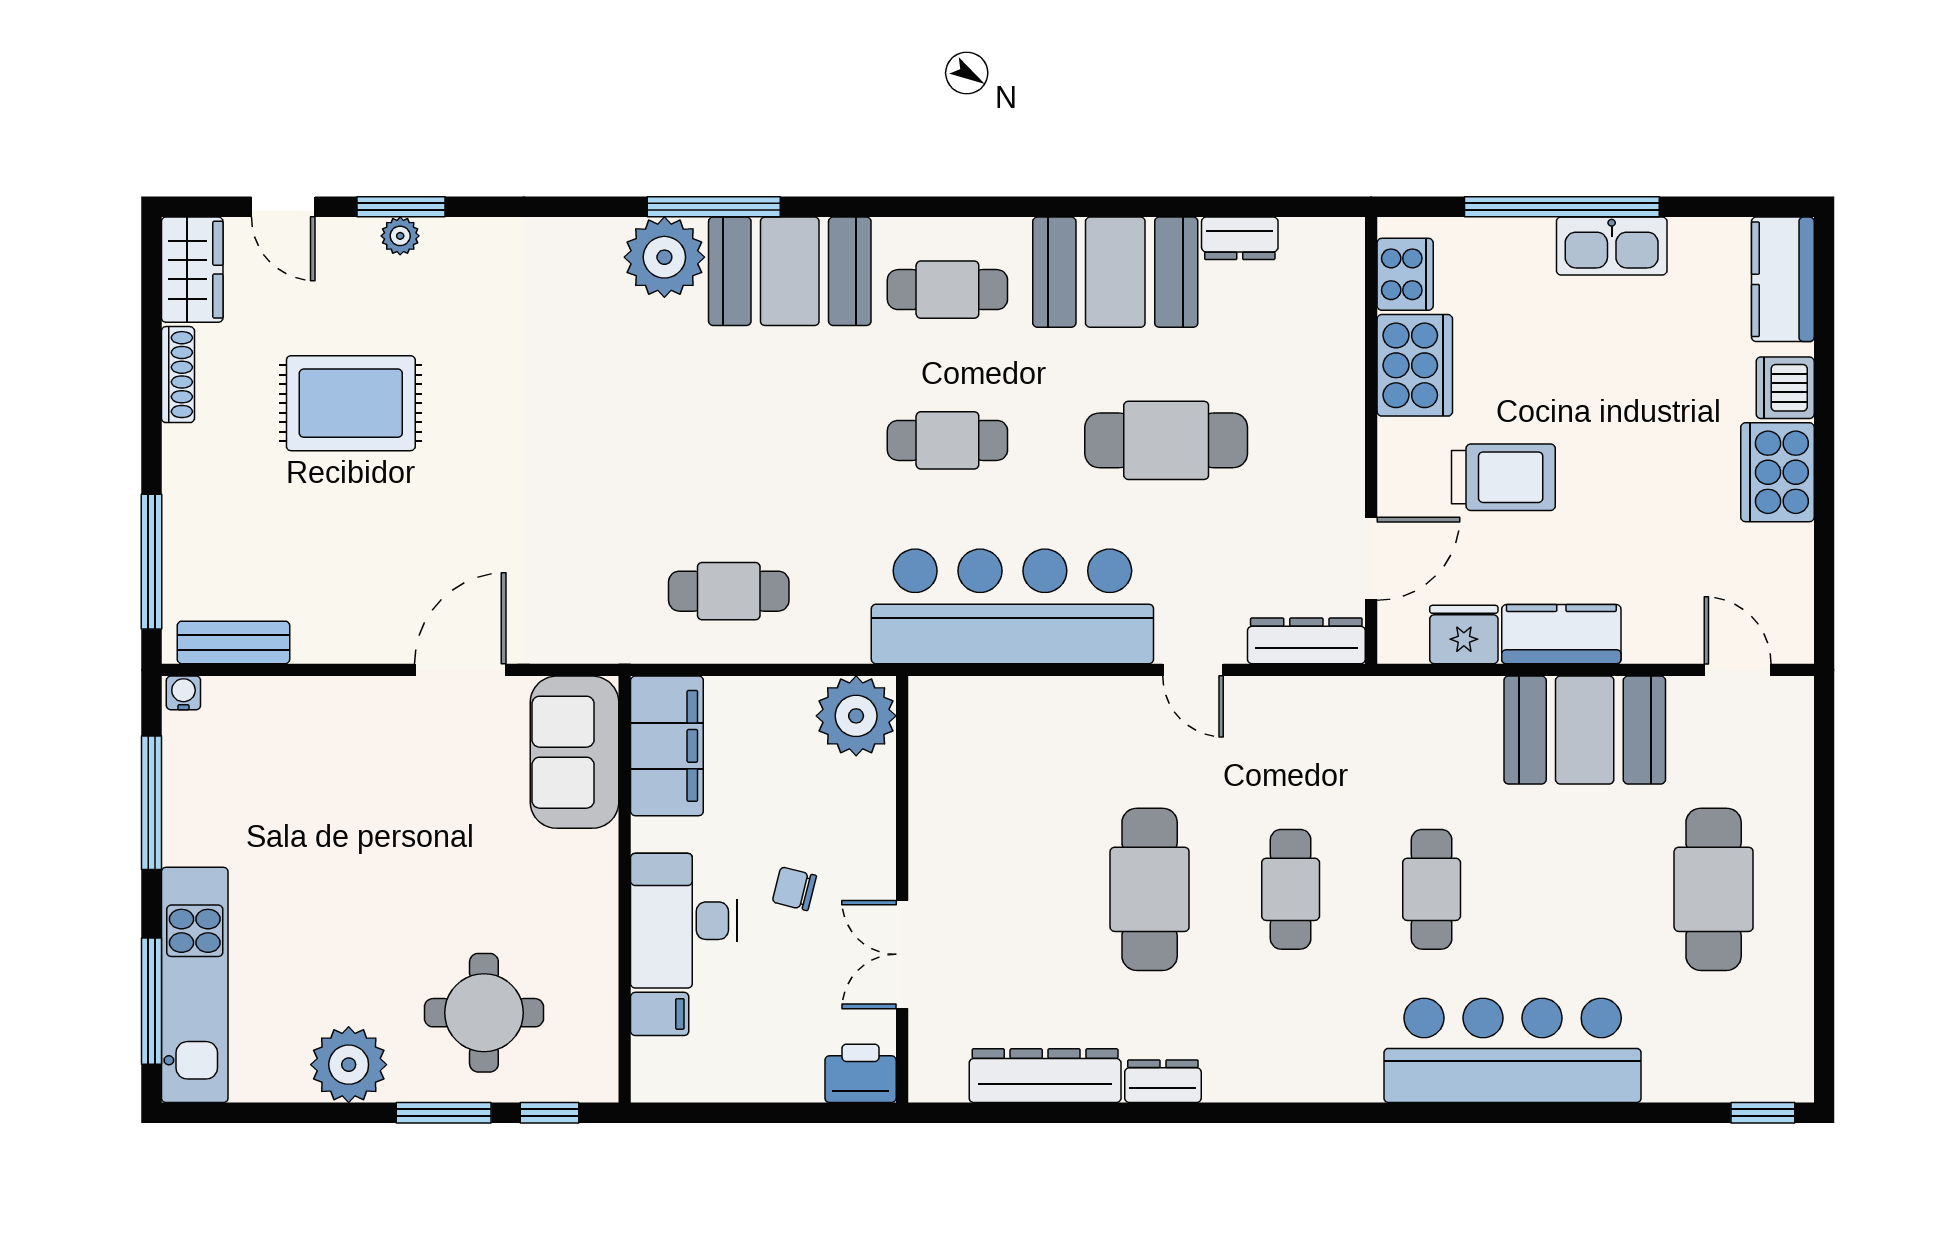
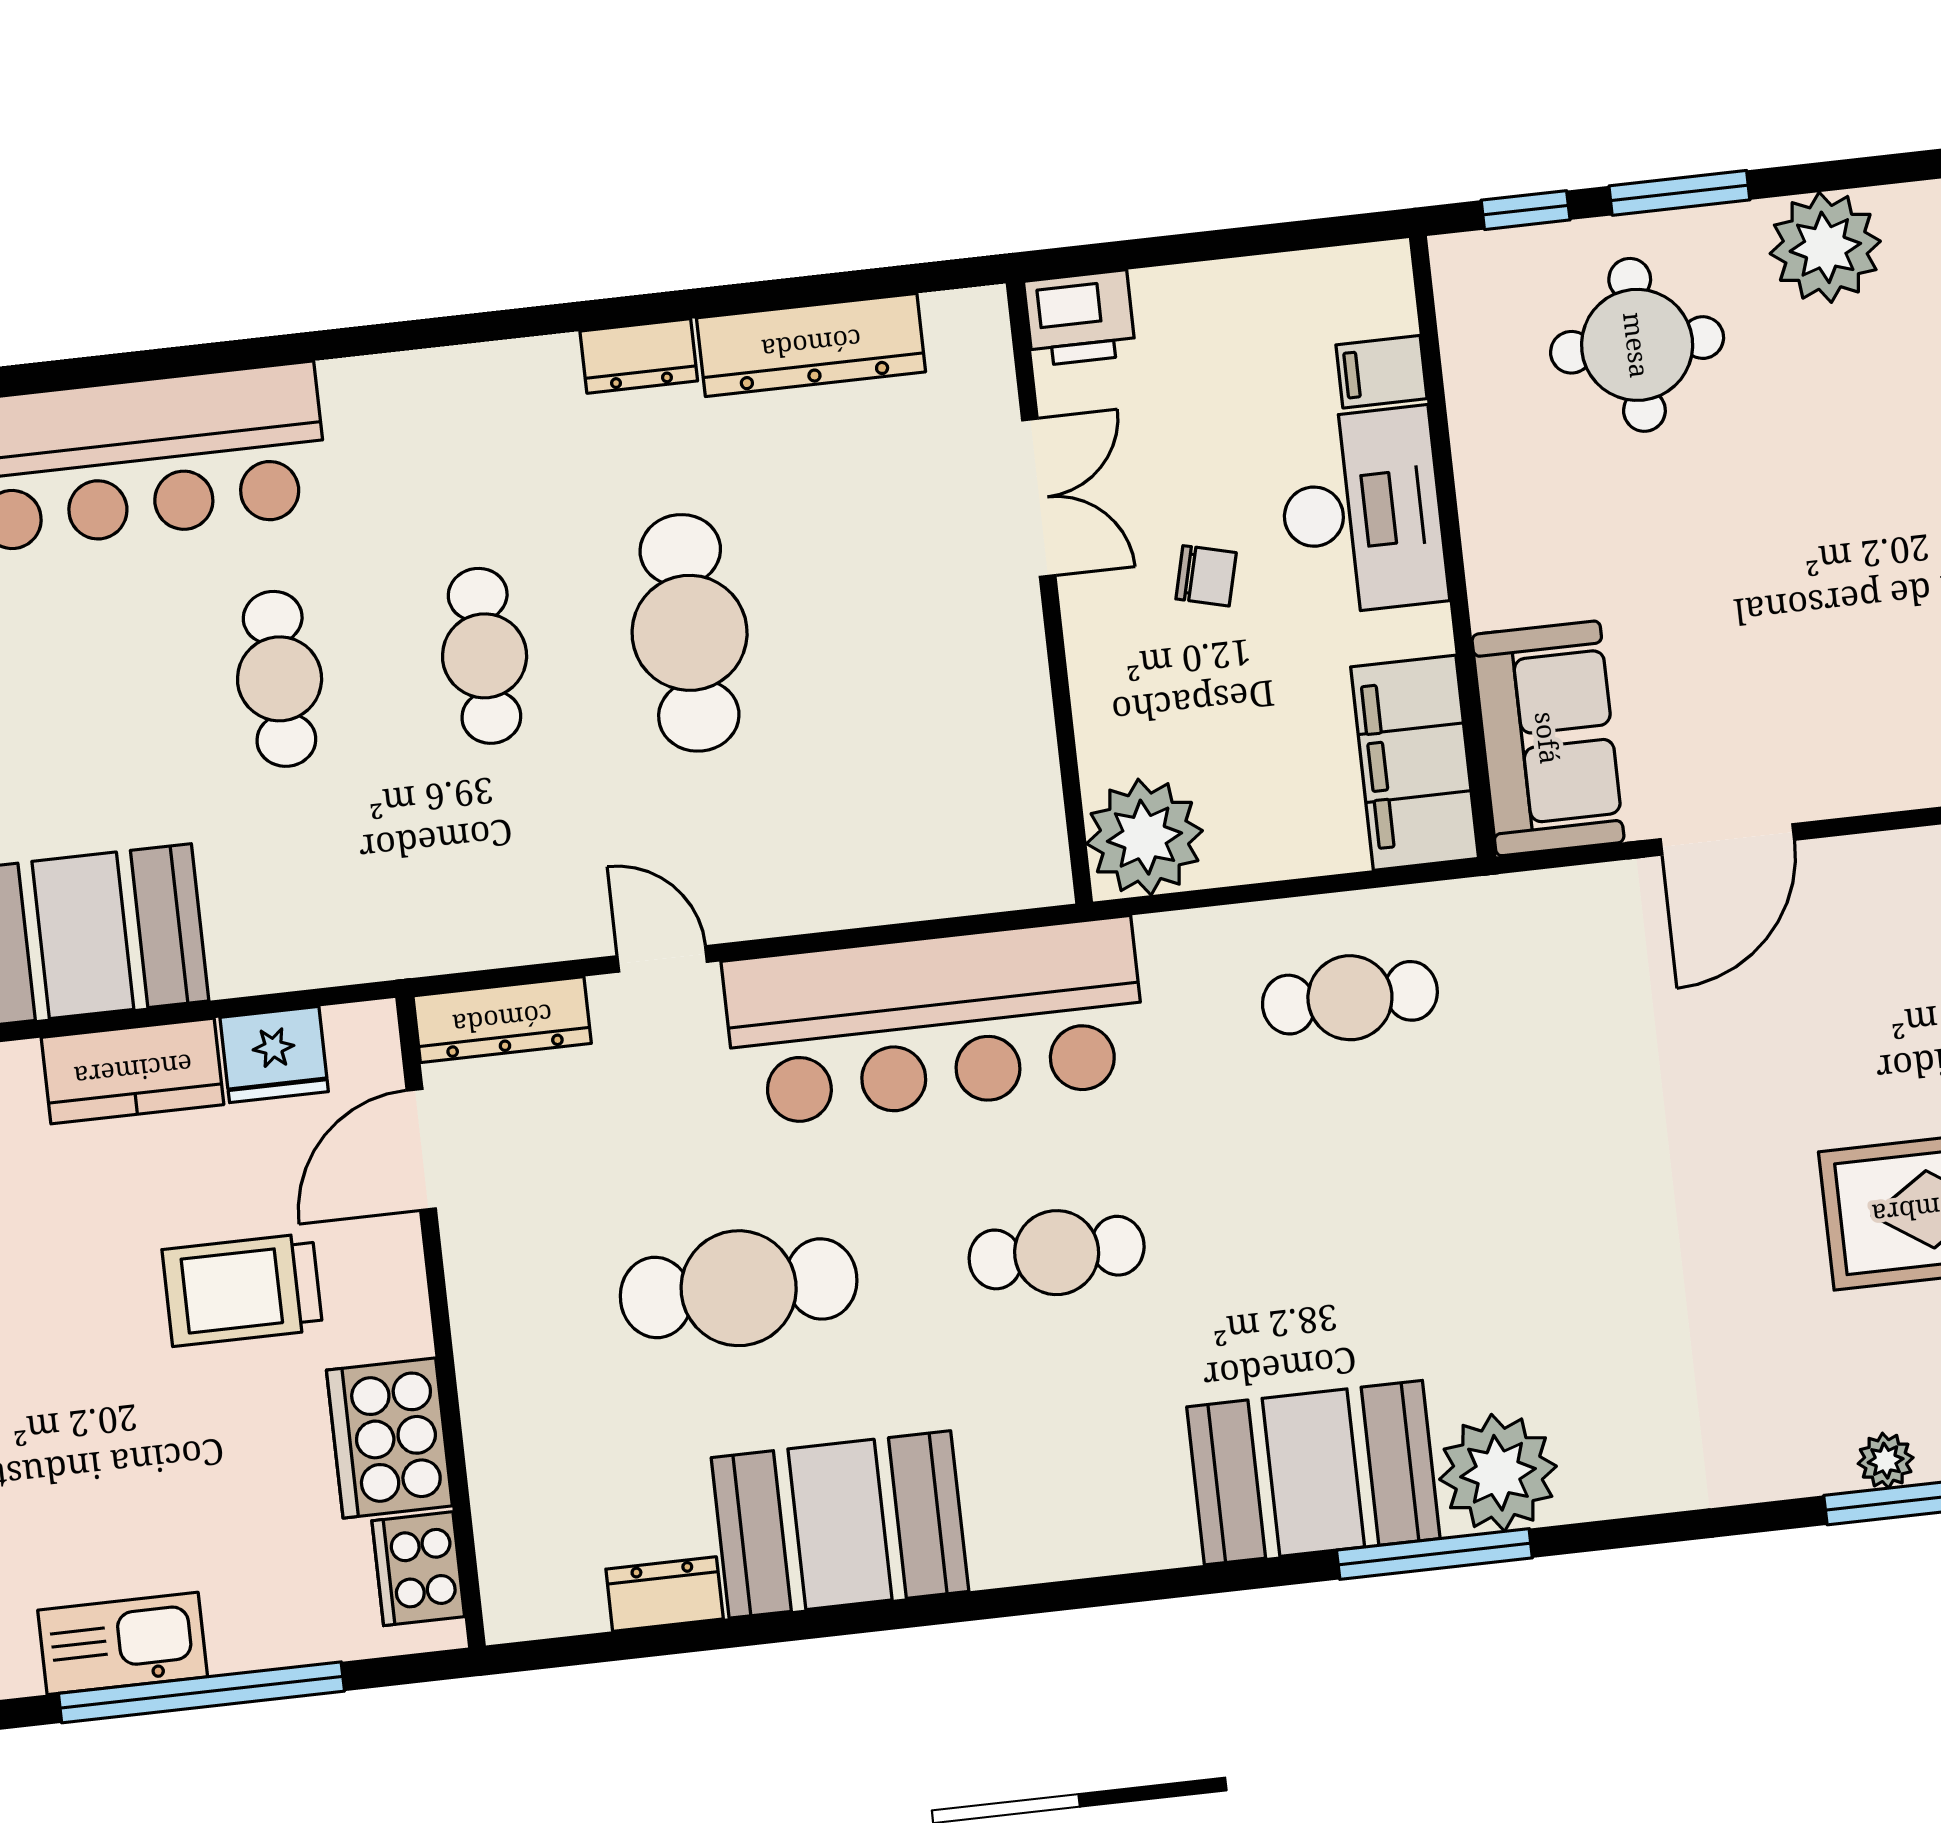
cafe table: (947, 290) -> (1081, 1472), removed

